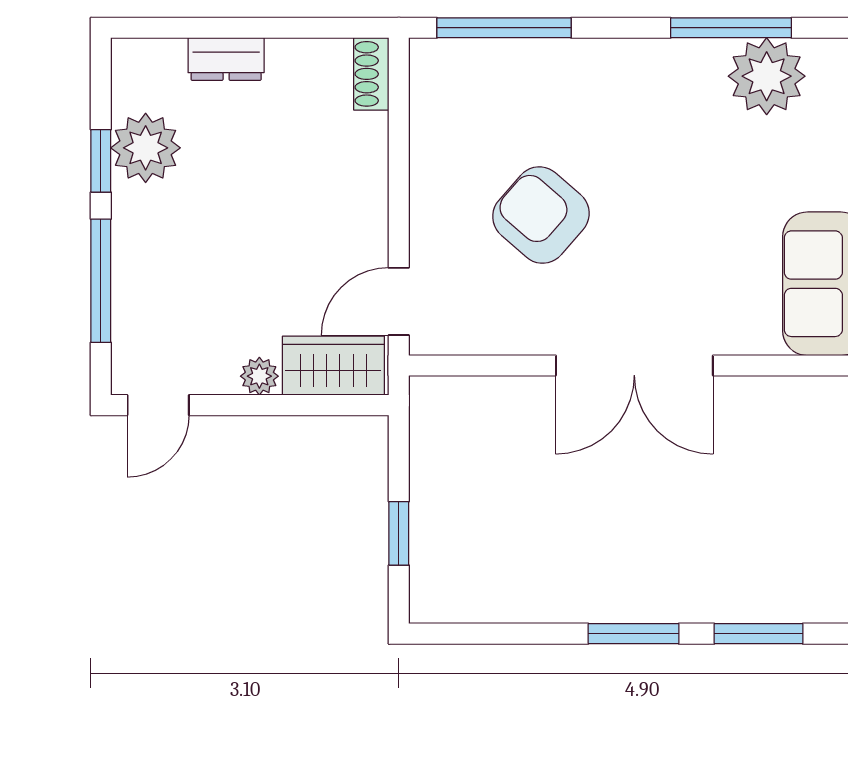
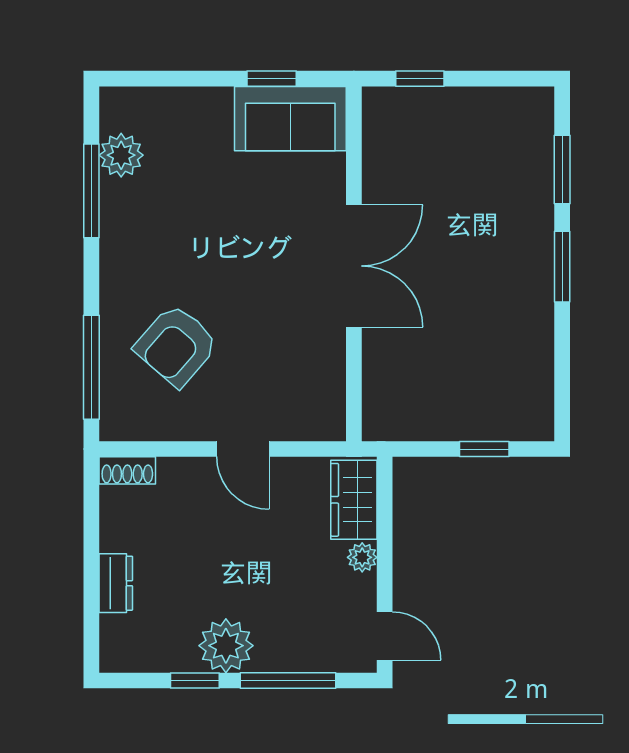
plant: (767, 76) -> (121, 155), width x0.73, depth x0.73
plant: (146, 148) -> (226, 646), moved
armchair: (541, 215) -> (176, 345), moved
door: (399, 301) -> (243, 449), moved

